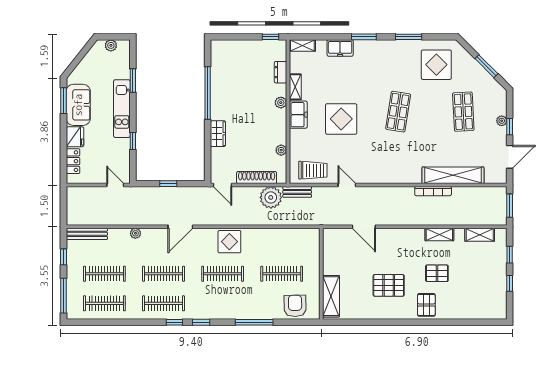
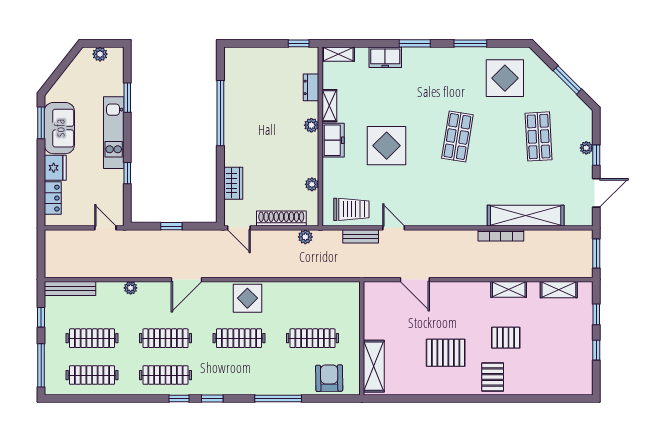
wardrobe: (218, 134) -> (233, 183), moved
bench: (297, 192) -> (361, 236), moved
plant: (271, 197) -> (305, 237), width x0.53, depth x0.53

